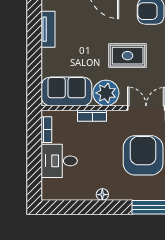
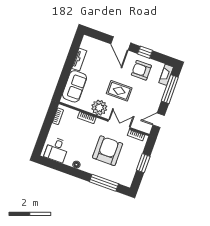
sofa: (67, 91) -> (75, 86), moved, turned 90
desk: (59, 161) -> (57, 150), moved, turned -90

